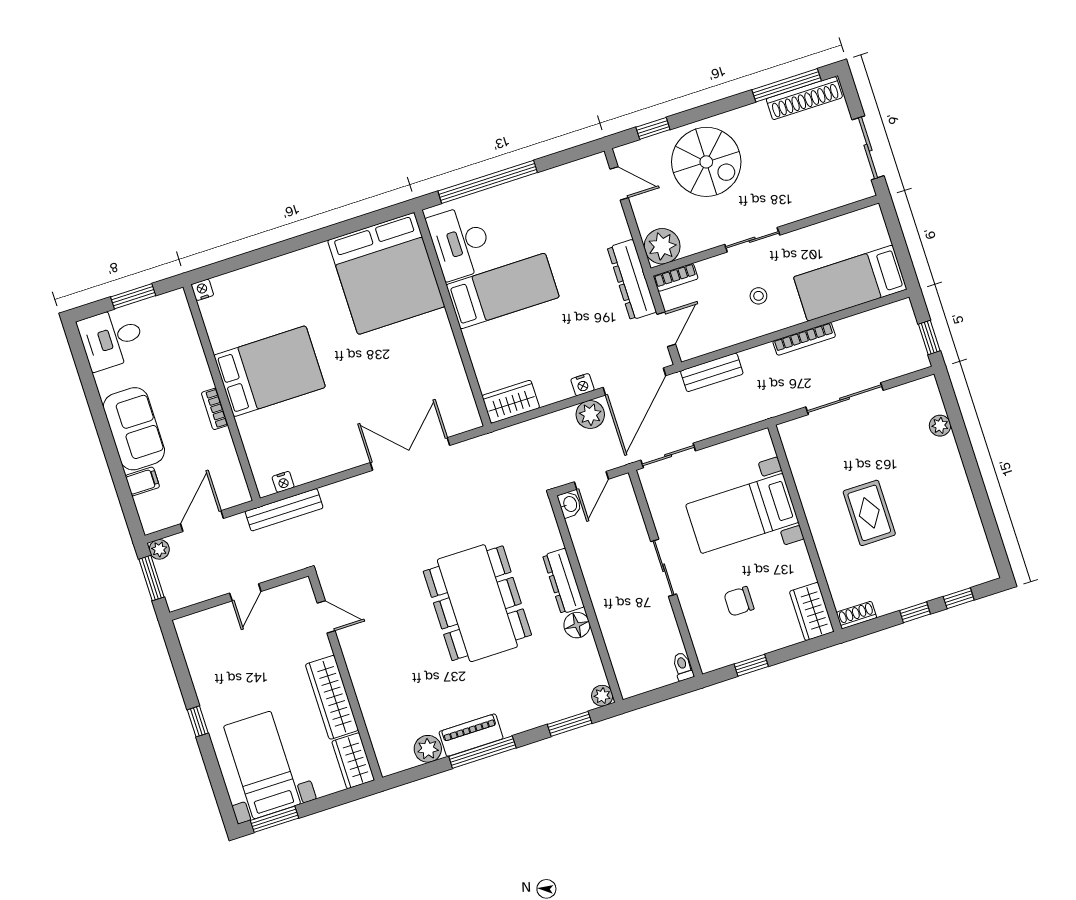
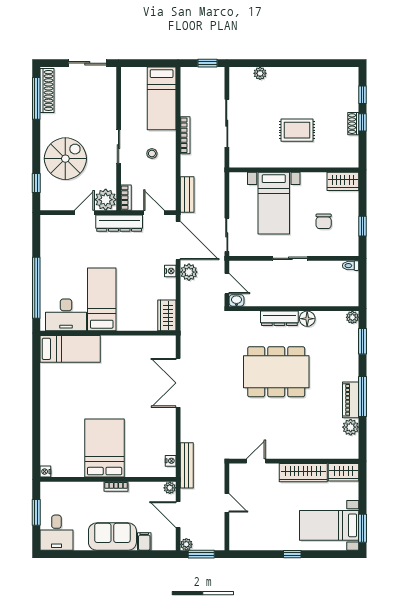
door: (619, 183) -> (84, 213), moved
bed: (386, 273) -> (70, 349), width x0.49
plant: (240, 494) -> (170, 488), added
shoe rack: (857, 615) -> (353, 124), moved

